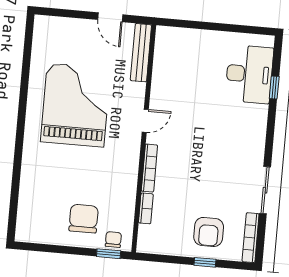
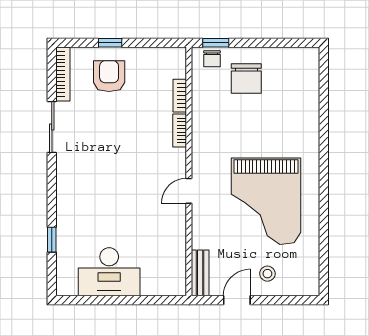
door: (110, 17) -> (237, 300), hinge flipped
stool: (80, 39) -> (267, 274), added
bench: (141, 53) -> (200, 273), width x0.73
desk: (249, 74) -> (109, 272), moved, turned -90
bookcase: (149, 168) -> (180, 130), width x0.64

